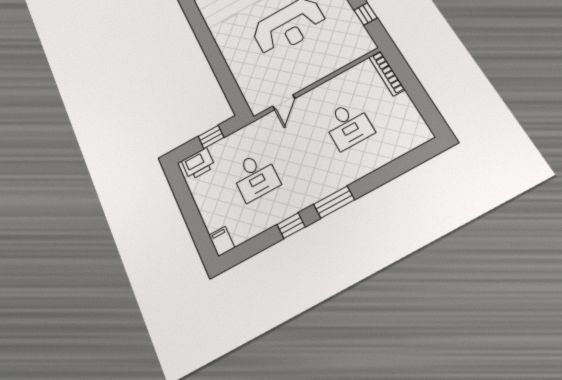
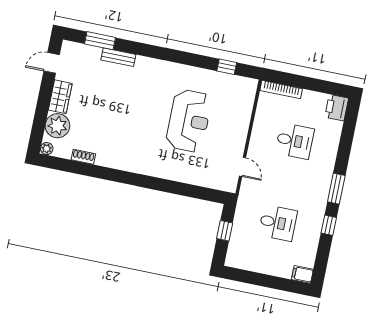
printer: (198, 164) -> (337, 108), moved, turned 180

